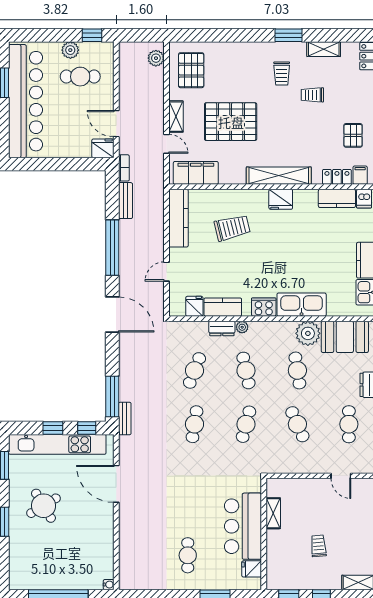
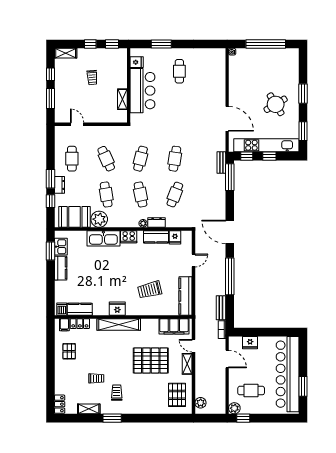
plant: (70, 50) -> (234, 408), moved
fridge: (103, 148) -> (250, 343), moved

